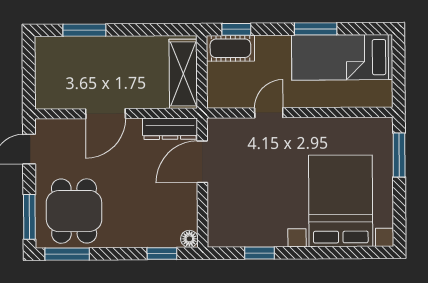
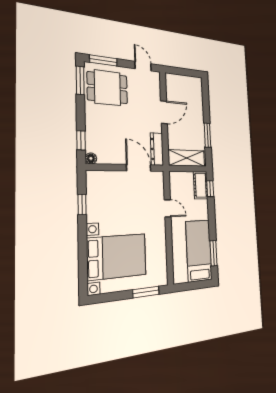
window: (316, 29) -> (214, 253), moved
window: (84, 30) -> (207, 135), moved
door: (105, 114) -> (164, 112), swing flipped

